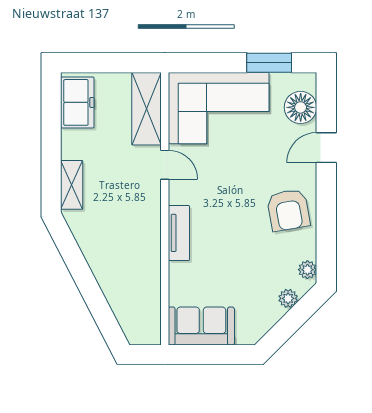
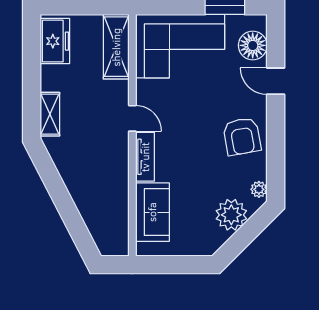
door: (326, 148) -> (276, 81), hinge flipped
door: (165, 165) -> (132, 118), moved
plant: (288, 298) -> (231, 215), width x1.88, depth x1.88
sofa: (201, 326) -> (152, 212), moved, turned 90

